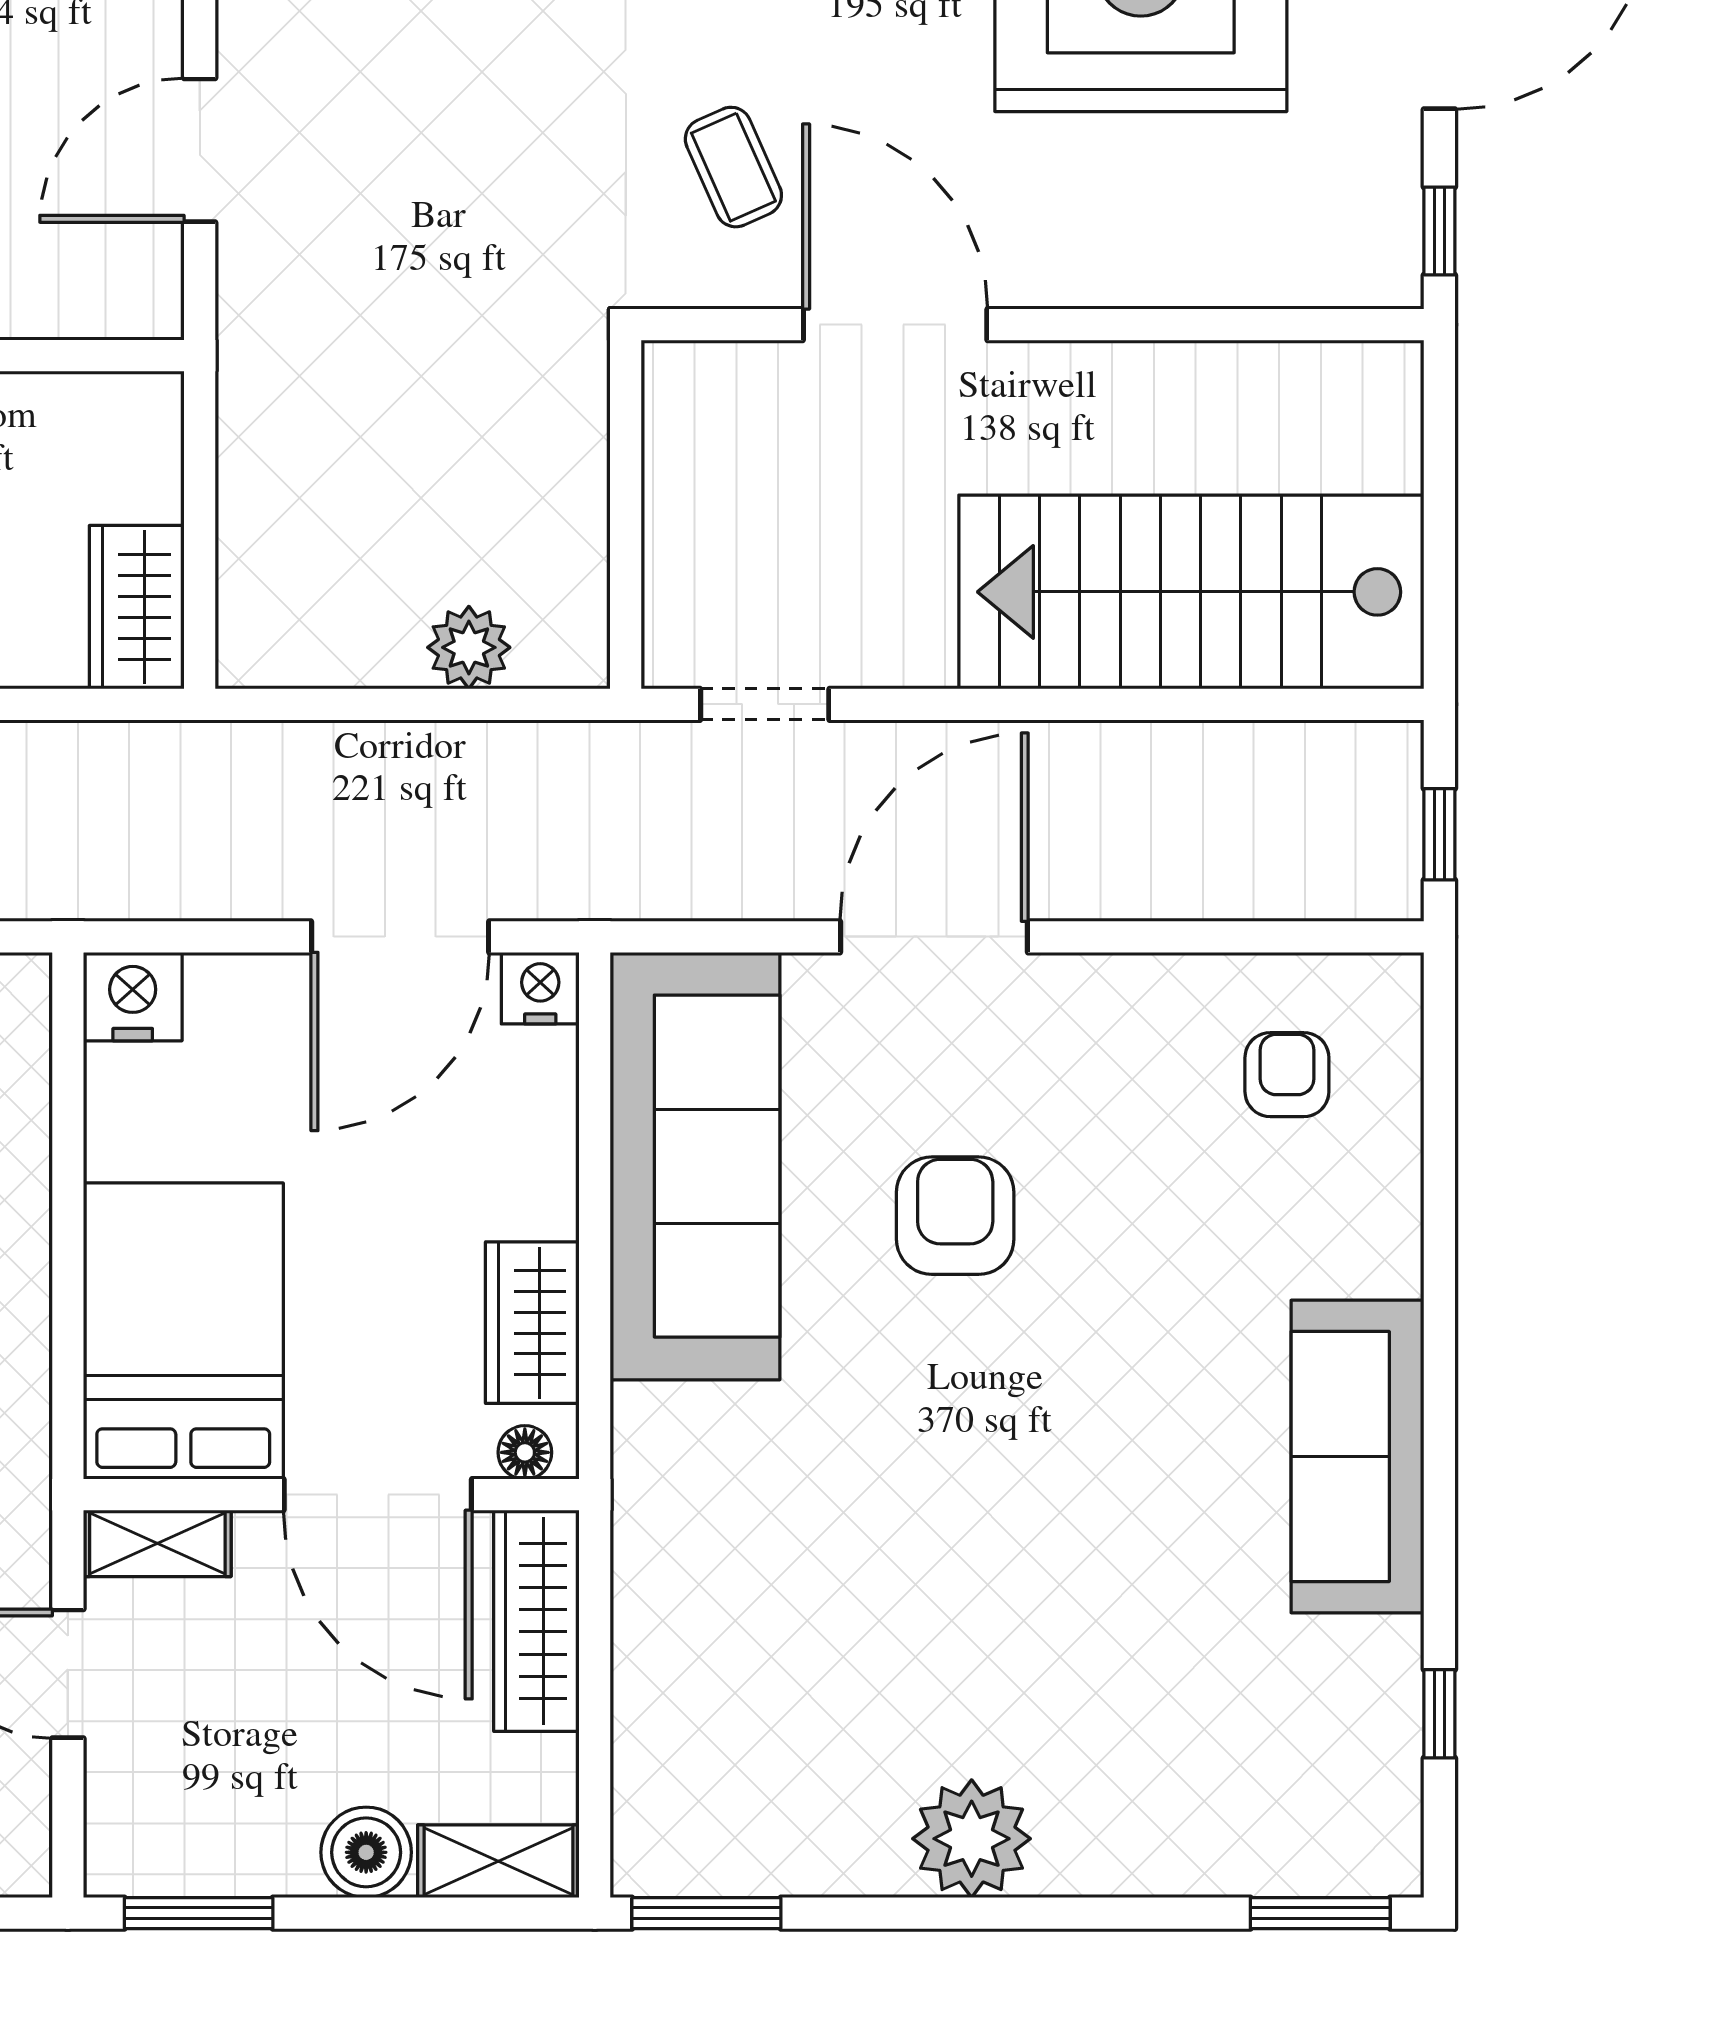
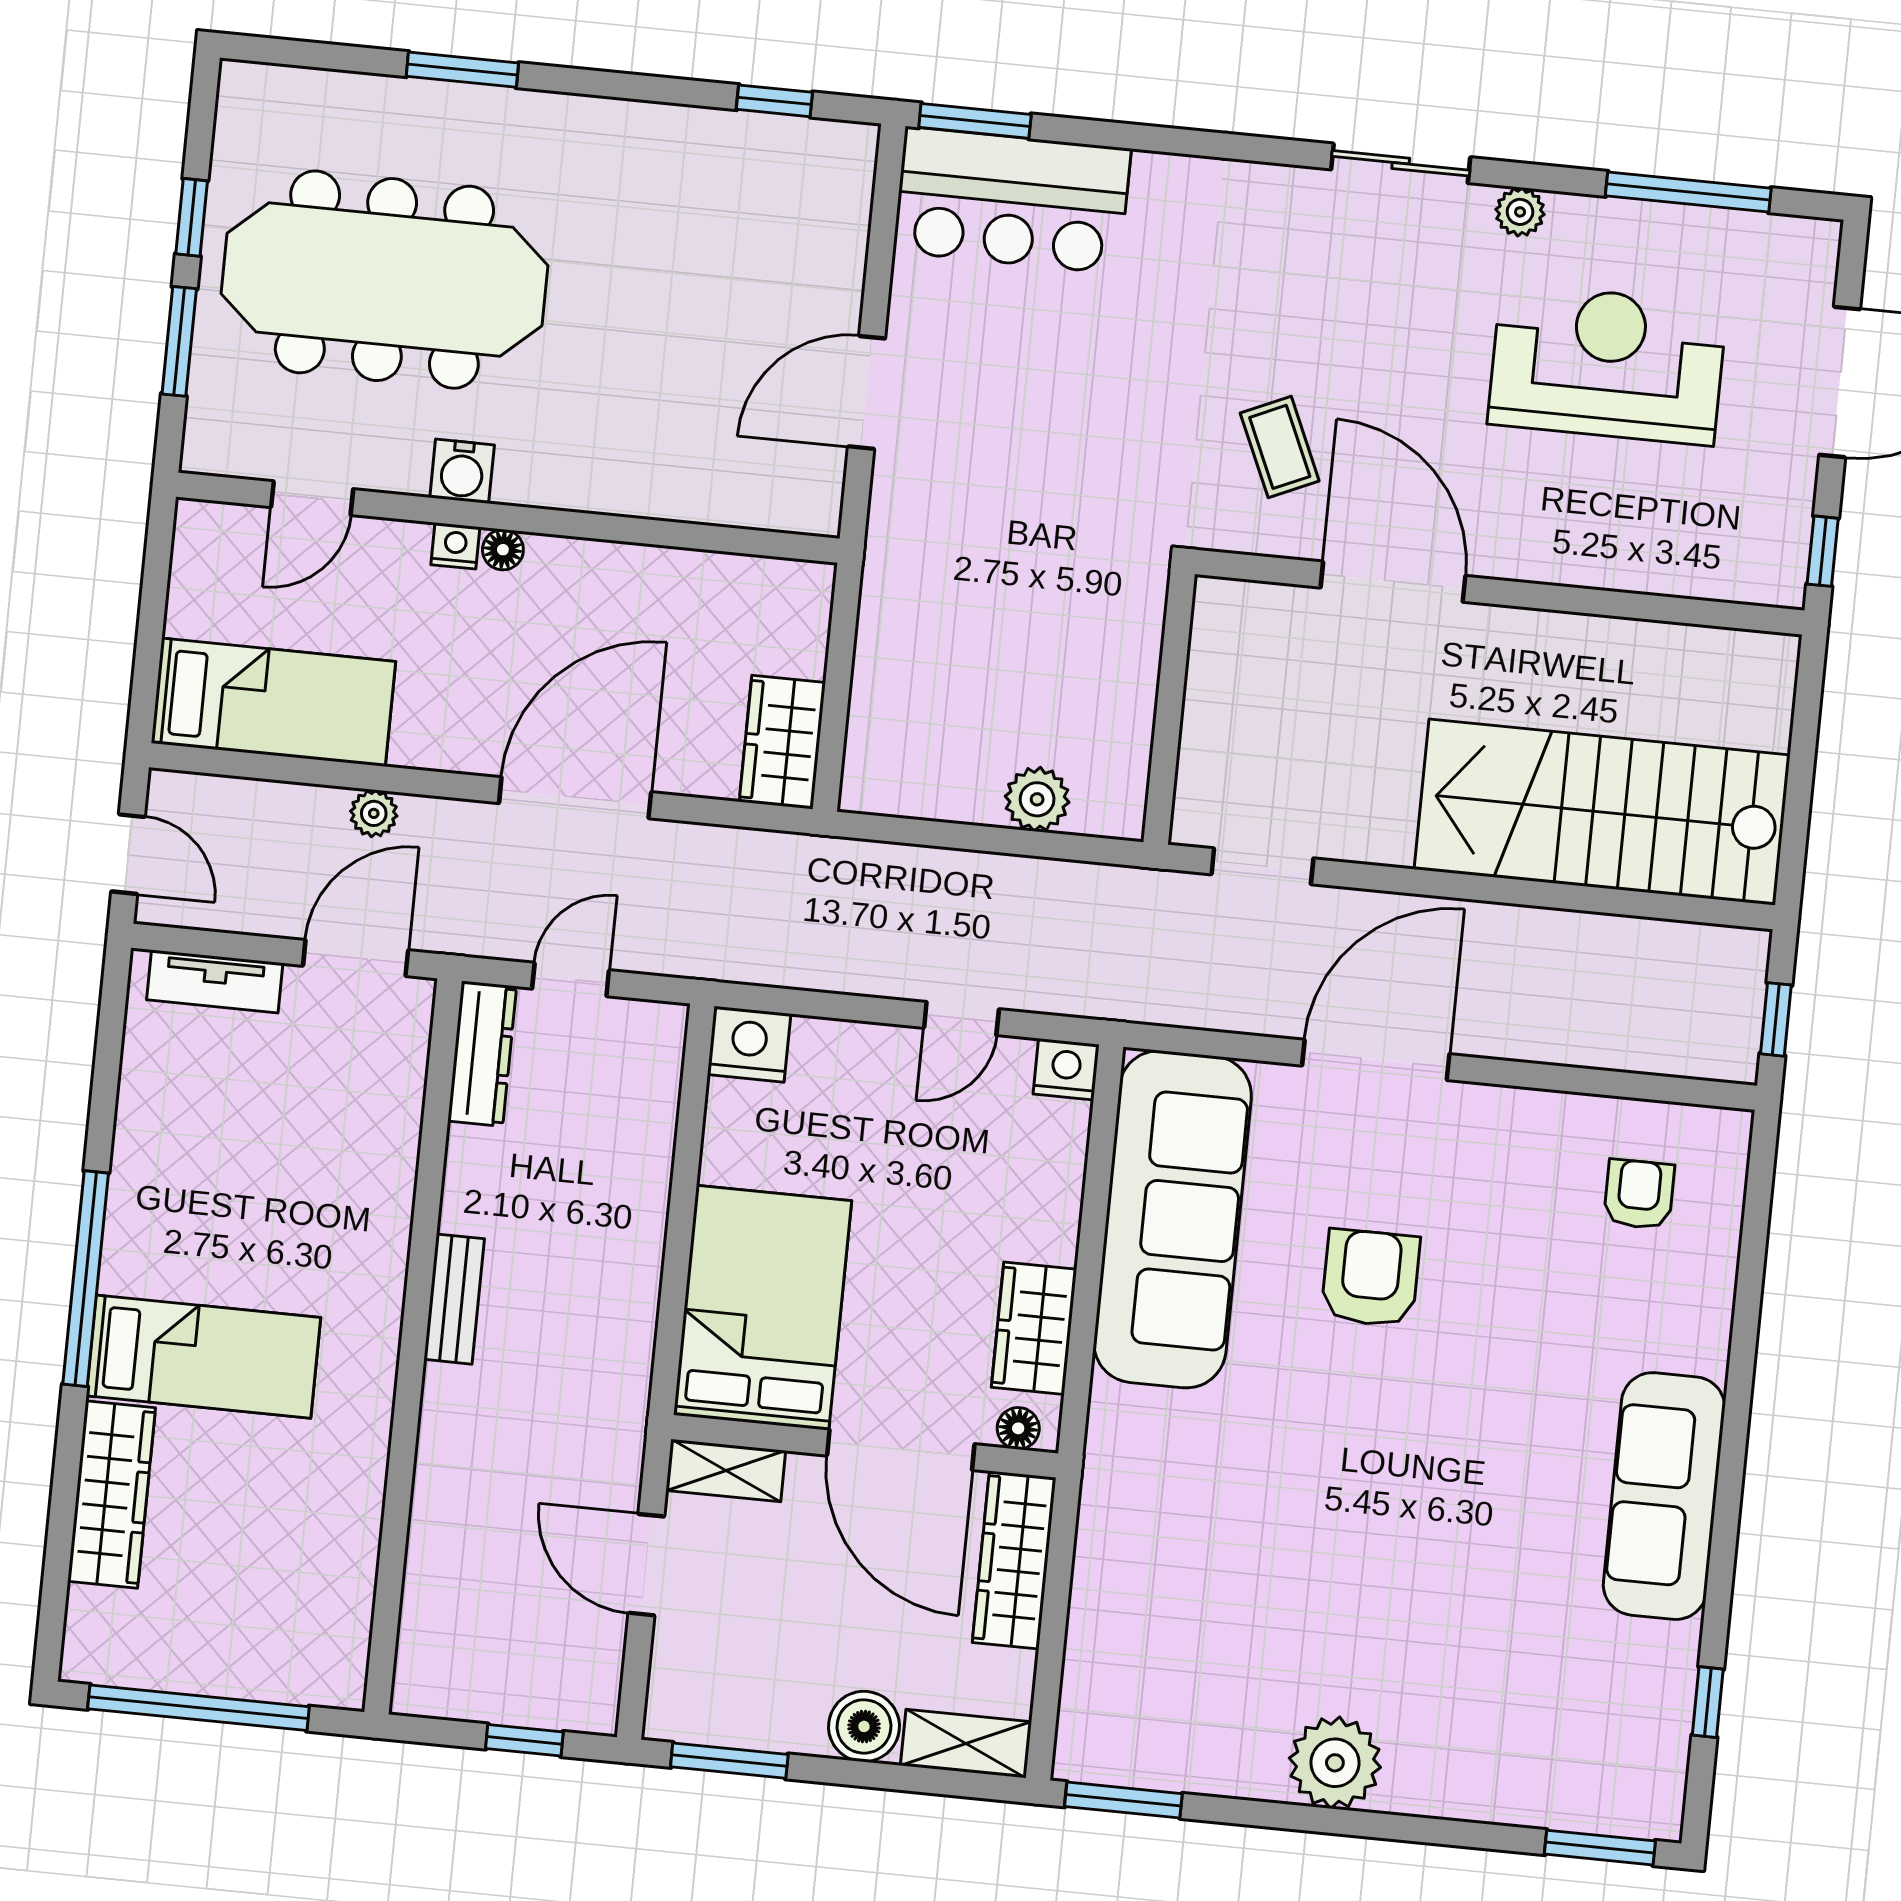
door: (400, 937) -> (961, 1018), width x0.53

